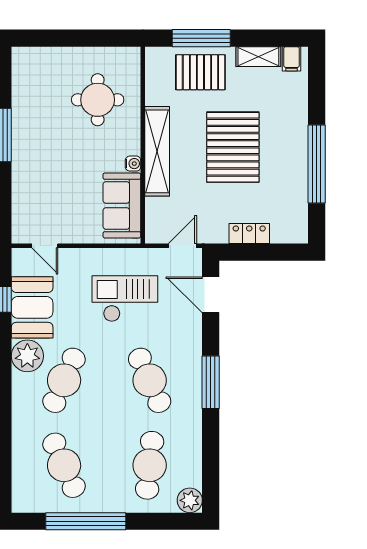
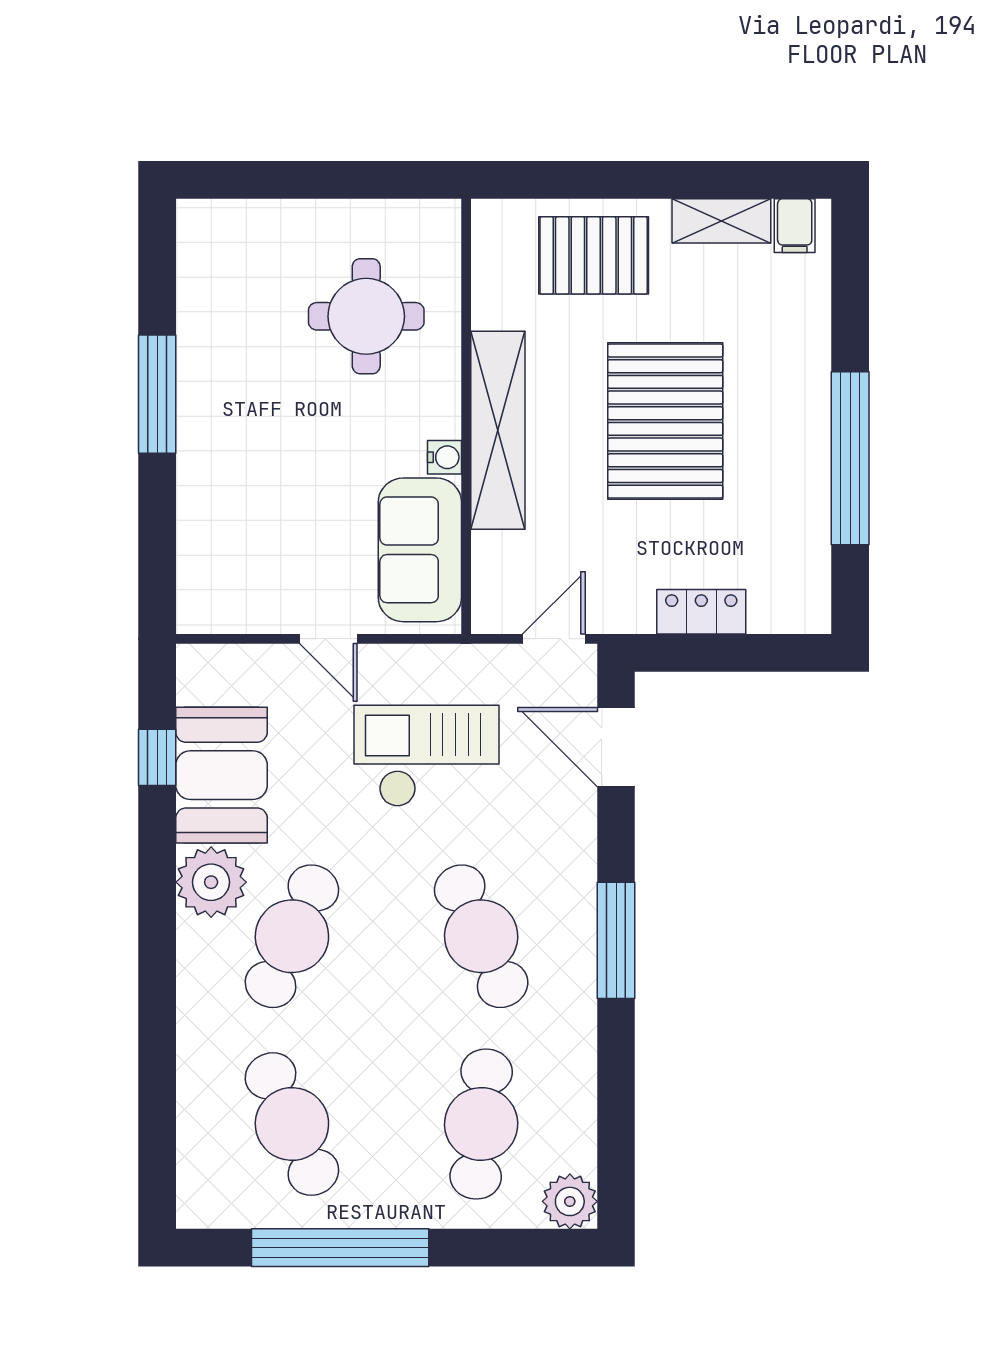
window: (201, 38) -> (595, 180), removed
door: (45, 246) -> (328, 639), moved

